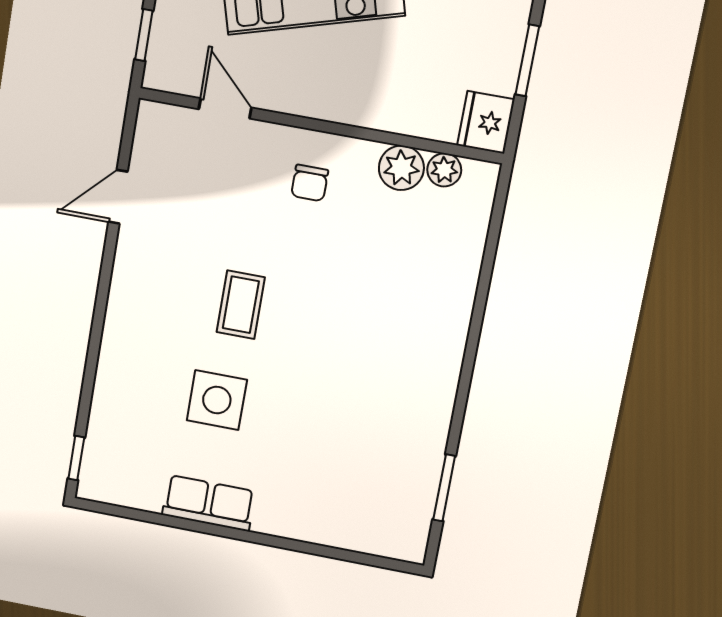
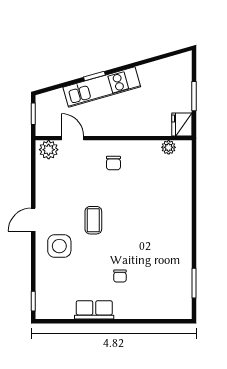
plant: (401, 168) -> (49, 150), moved
door: (118, 197) -> (33, 220), moved
side table: (217, 400) -> (59, 246), moved
chair: (279, 440) -> (120, 276), added

